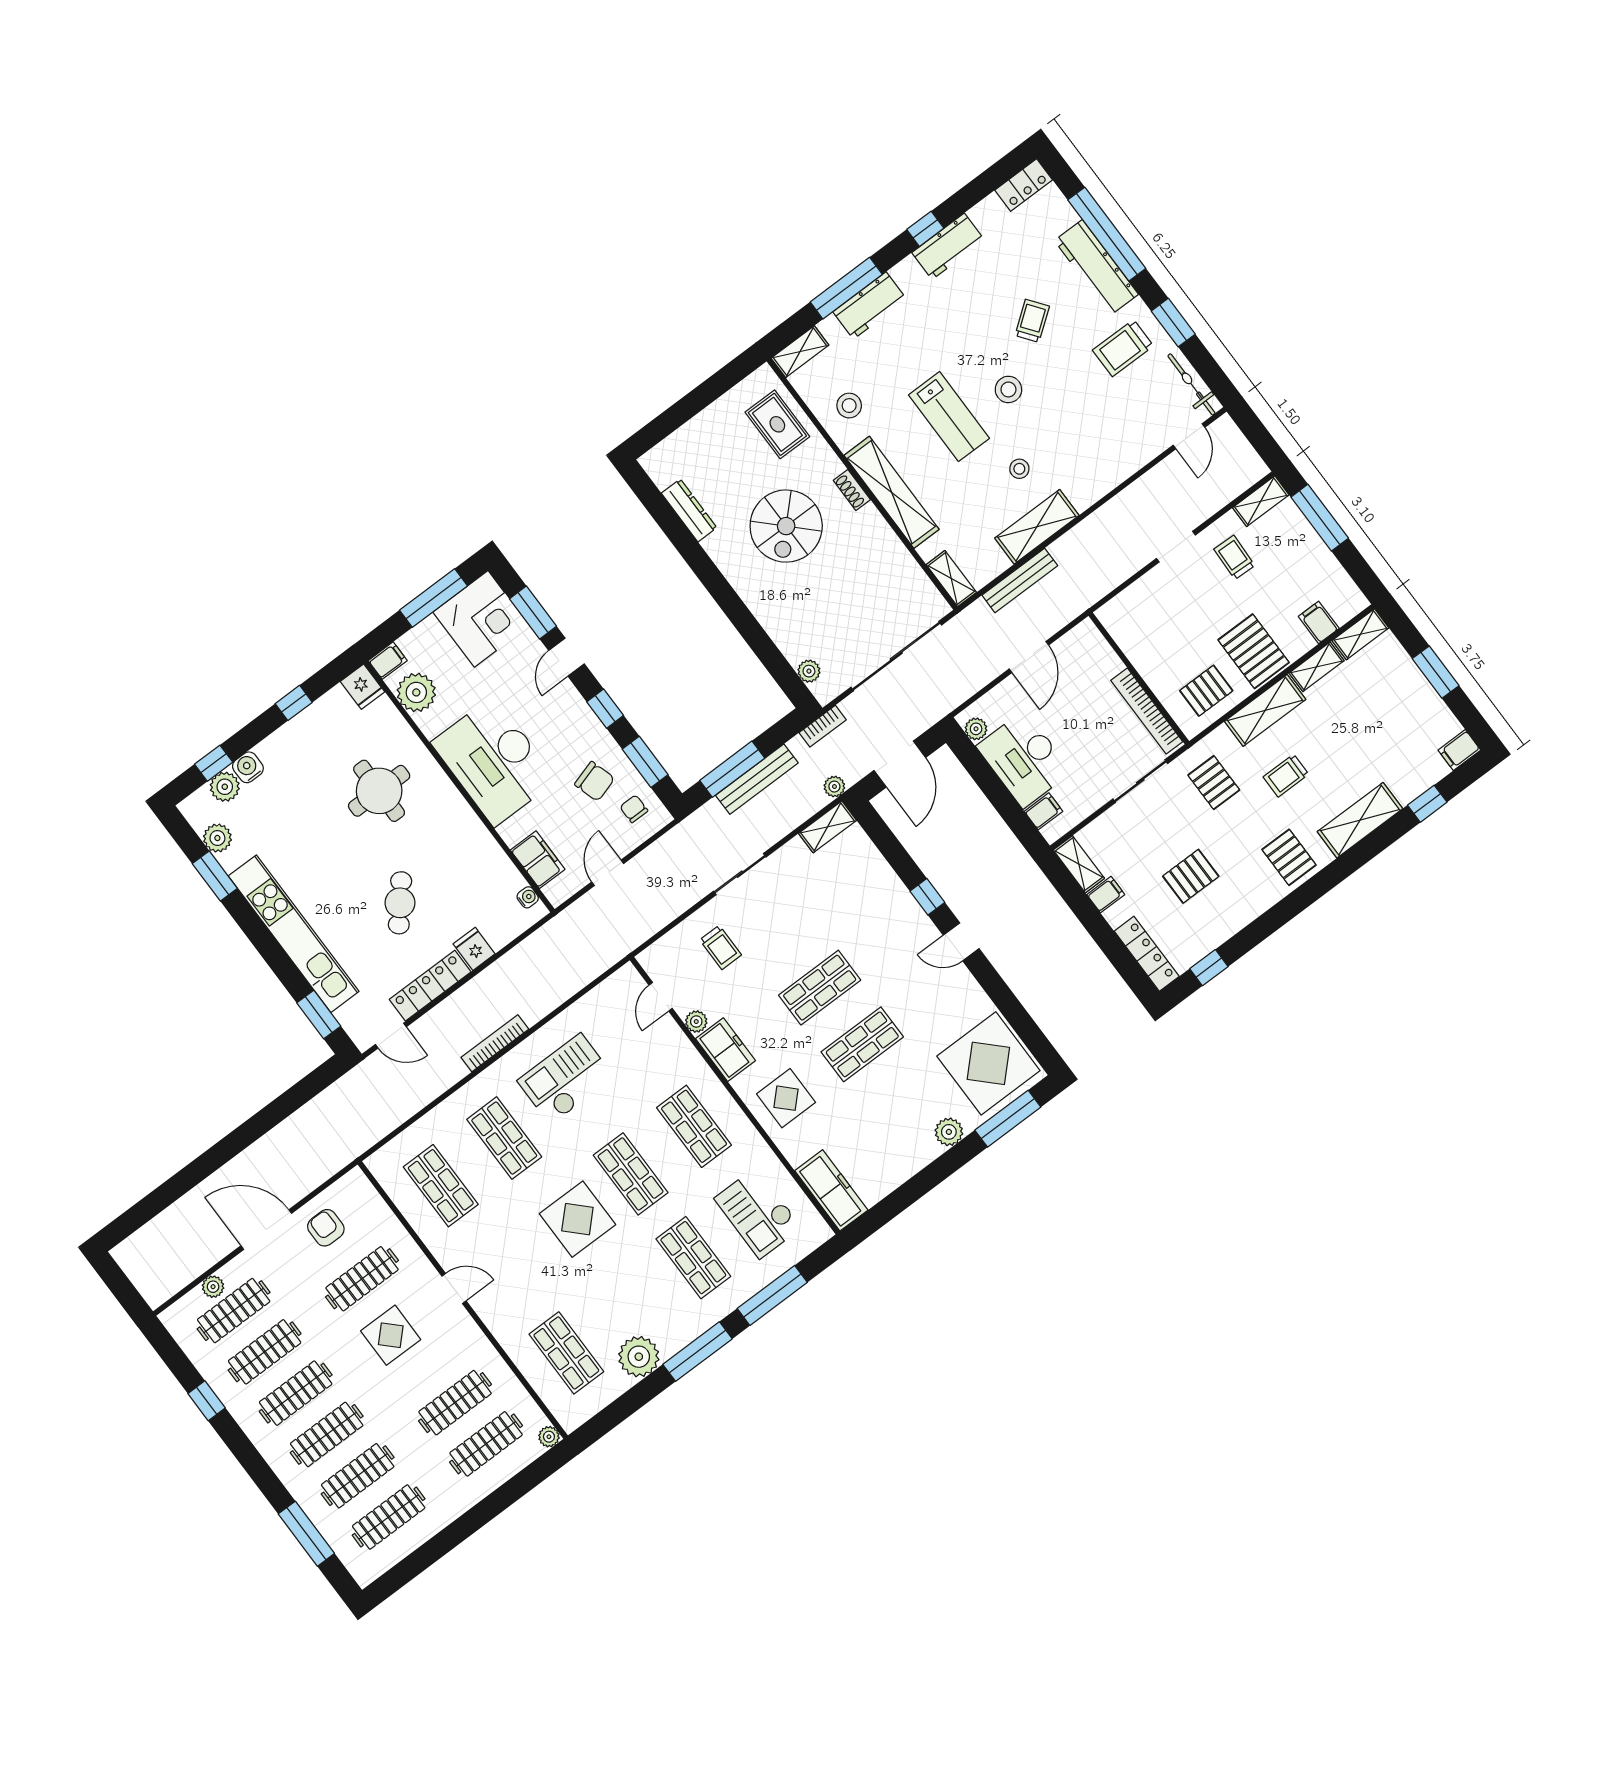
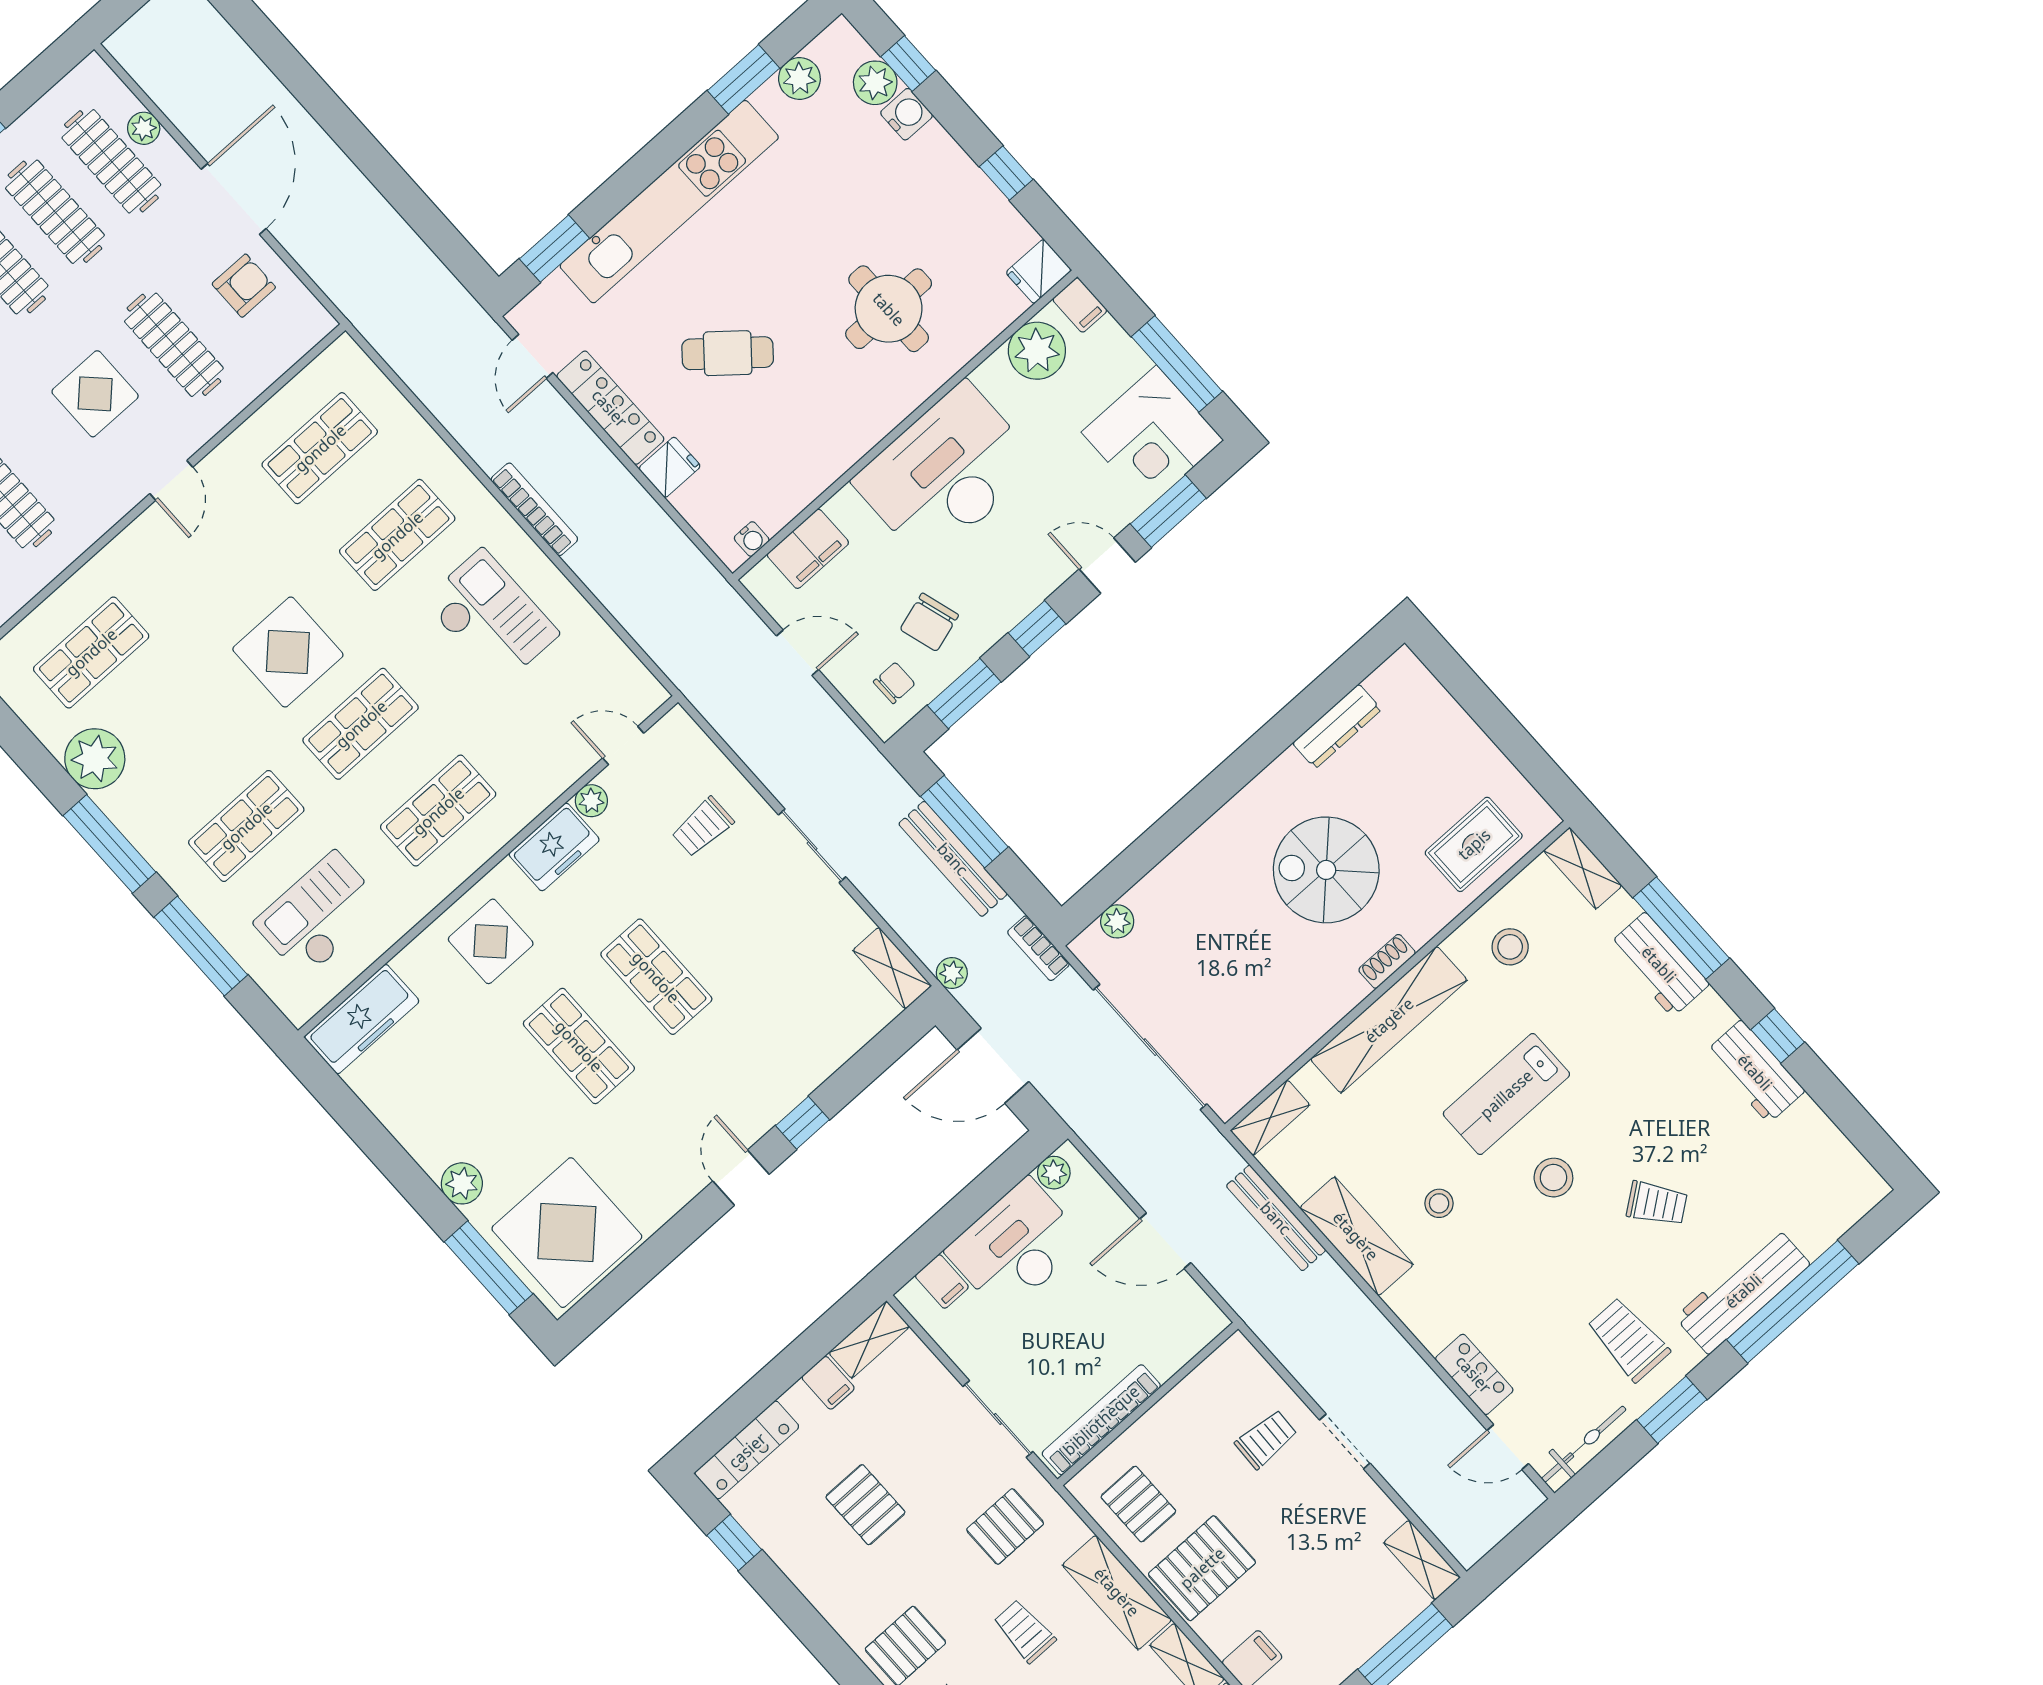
locker: (1024, 185) -> (1474, 1374), moved, turned 180
trolley: (1234, 557) -> (1266, 1439), moved

